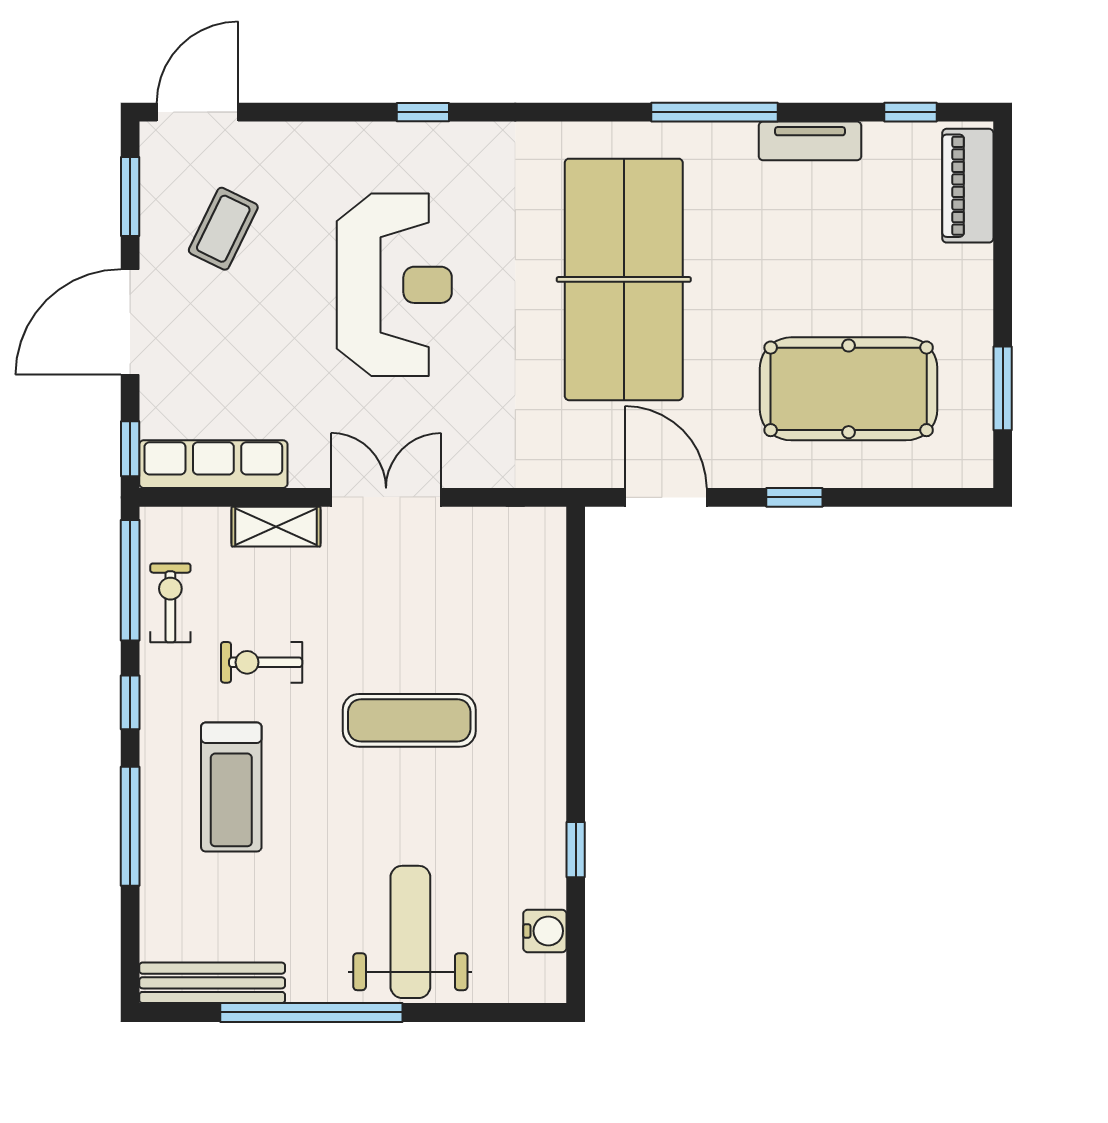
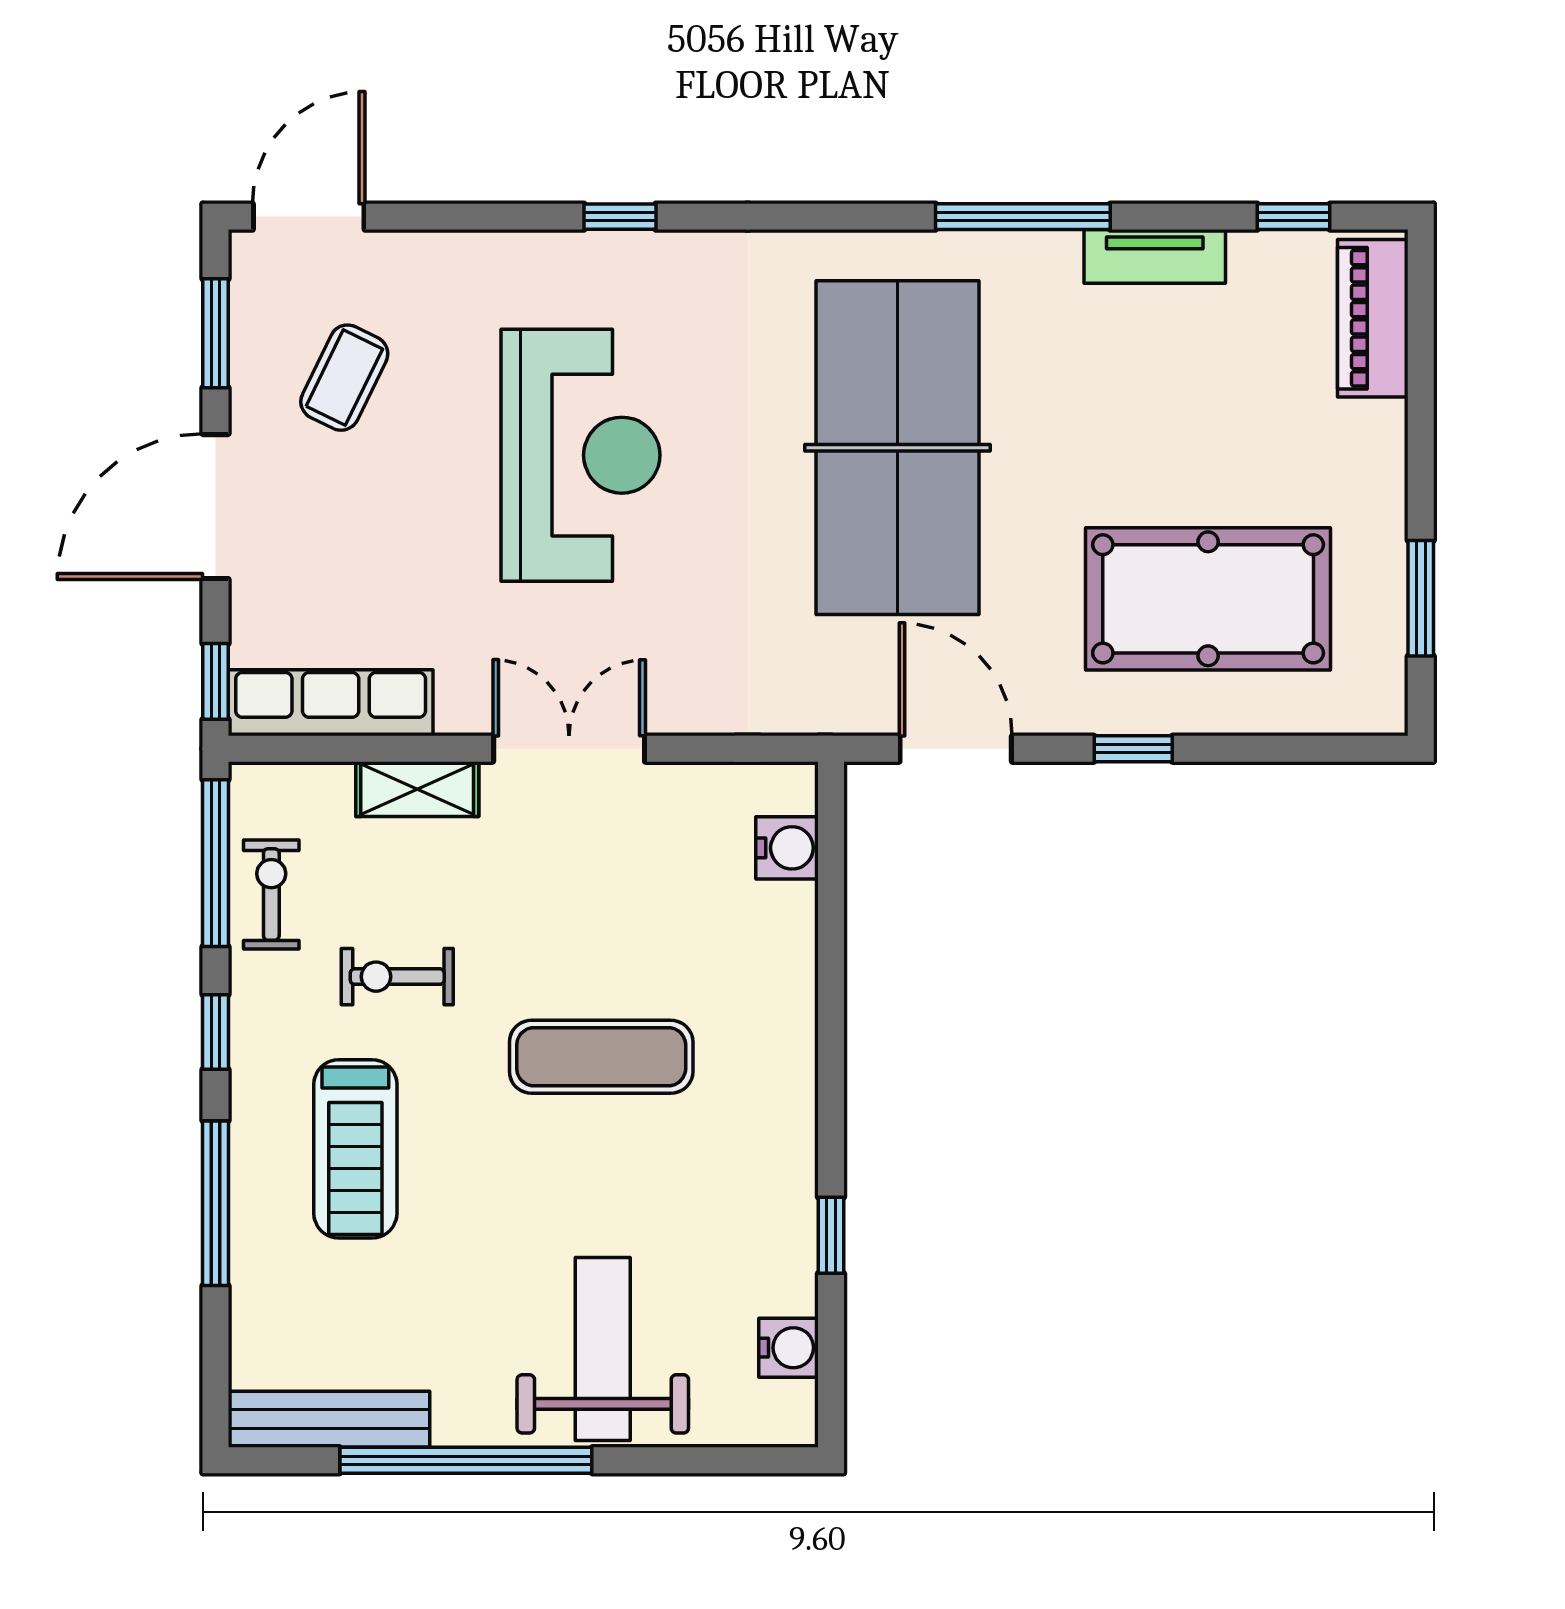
water cooler: (544, 569) -> (787, 848), added

